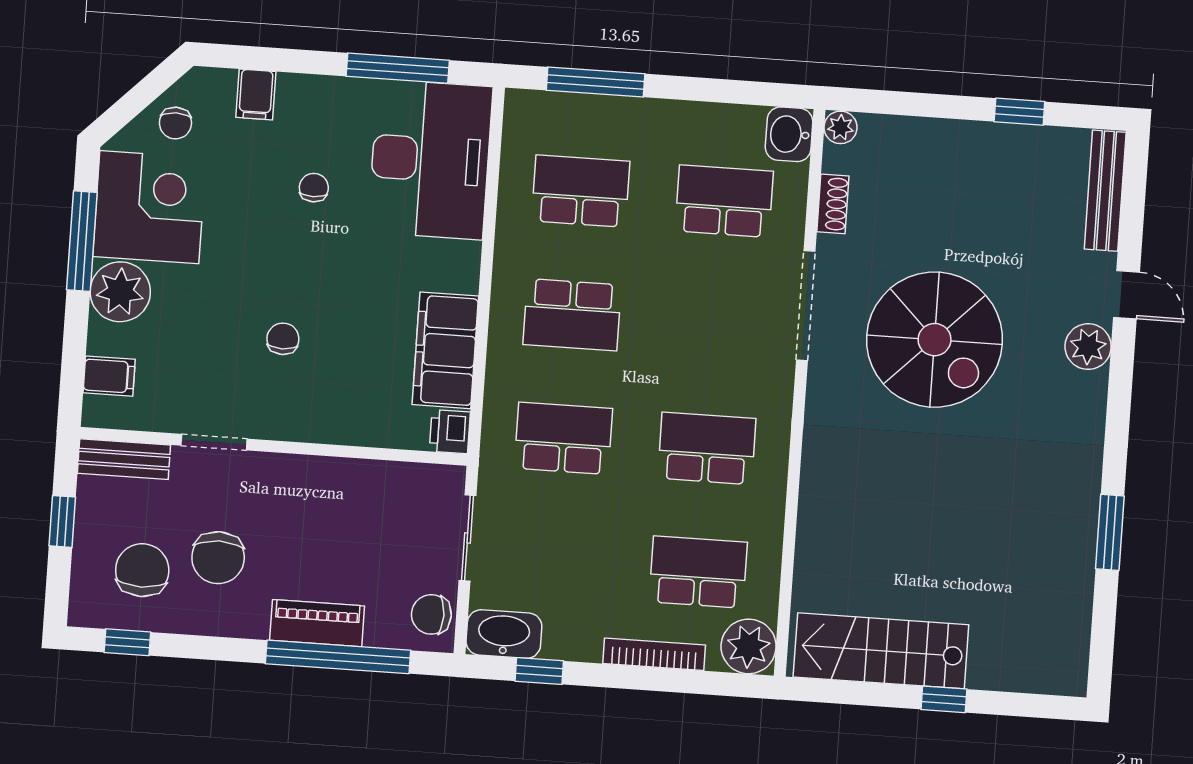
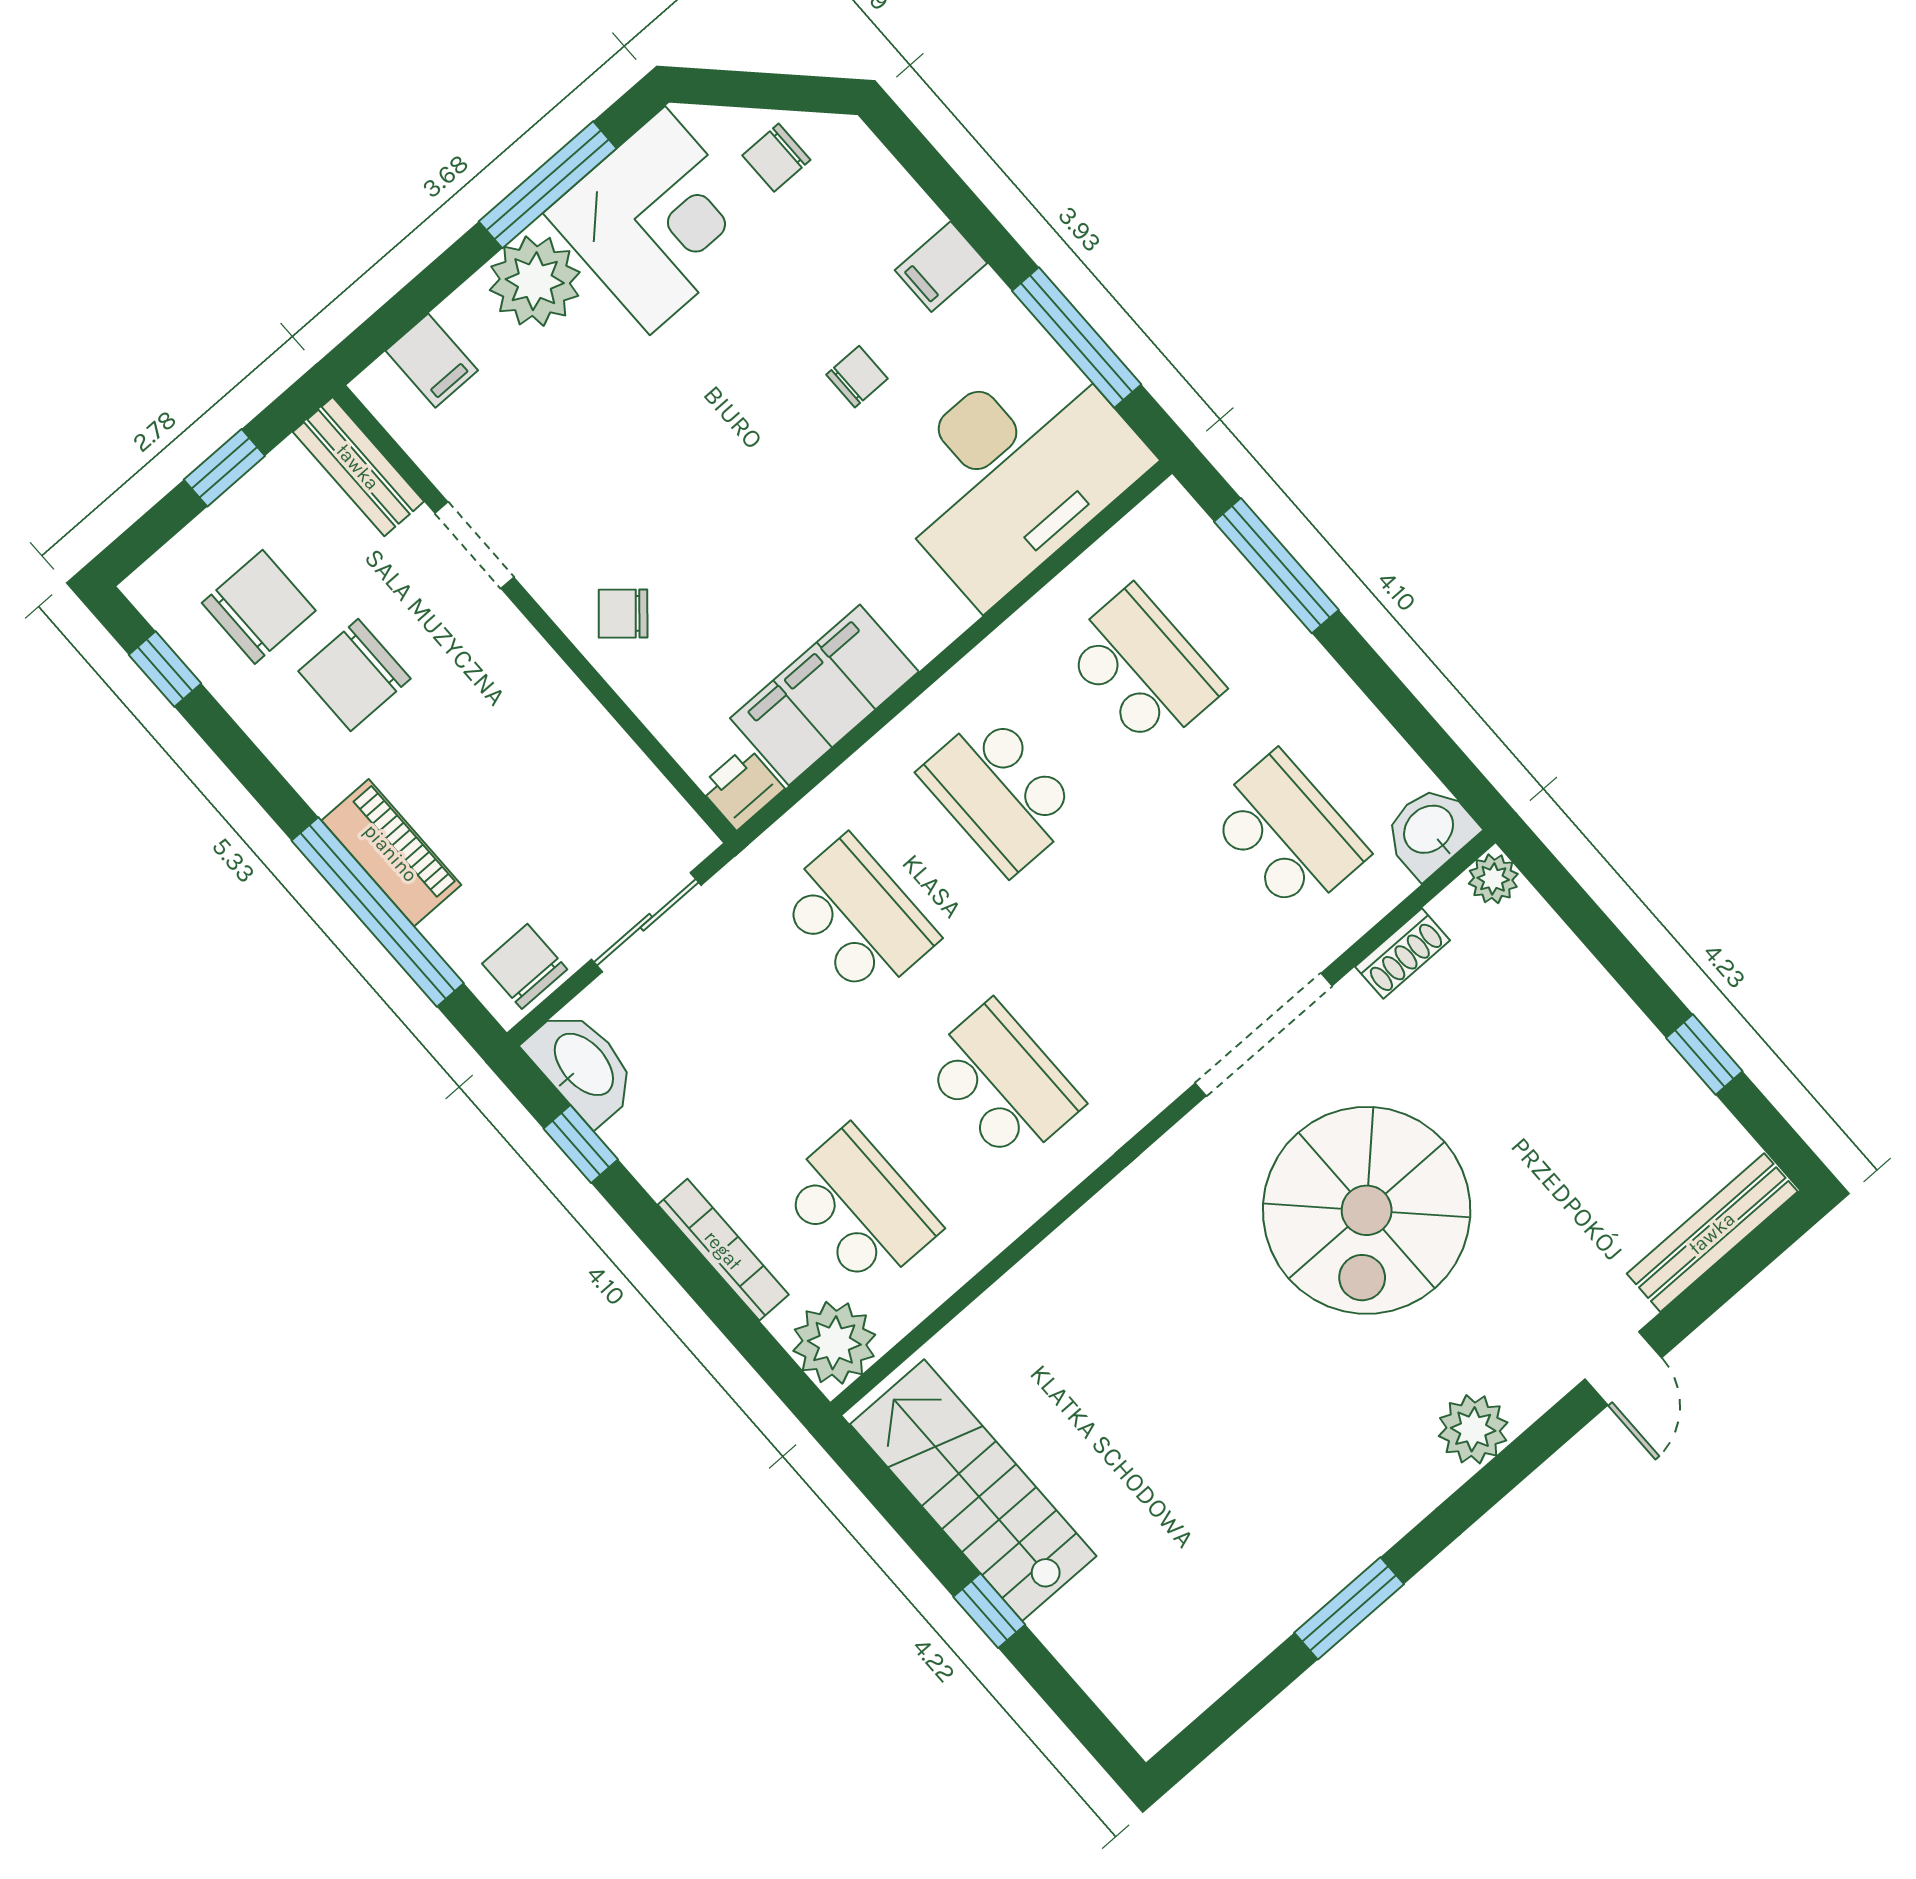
filing cabinet: (256, 94) -> (941, 267), moved
chair: (283, 339) -> (623, 614), moved, turned -139
plant: (1088, 347) -> (1473, 1429), moved

